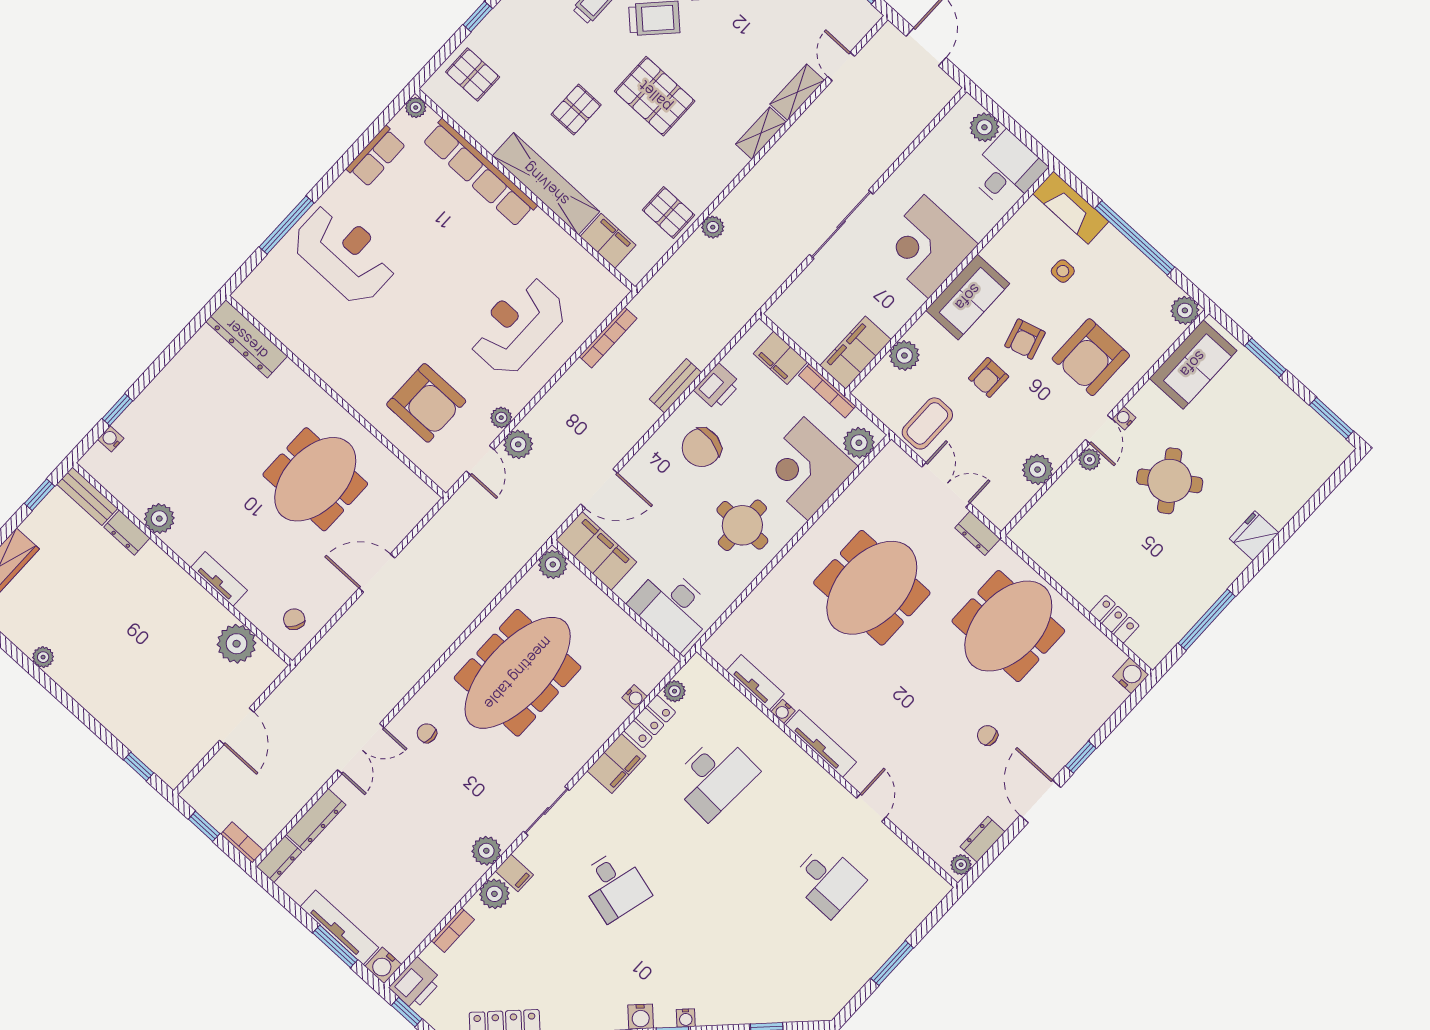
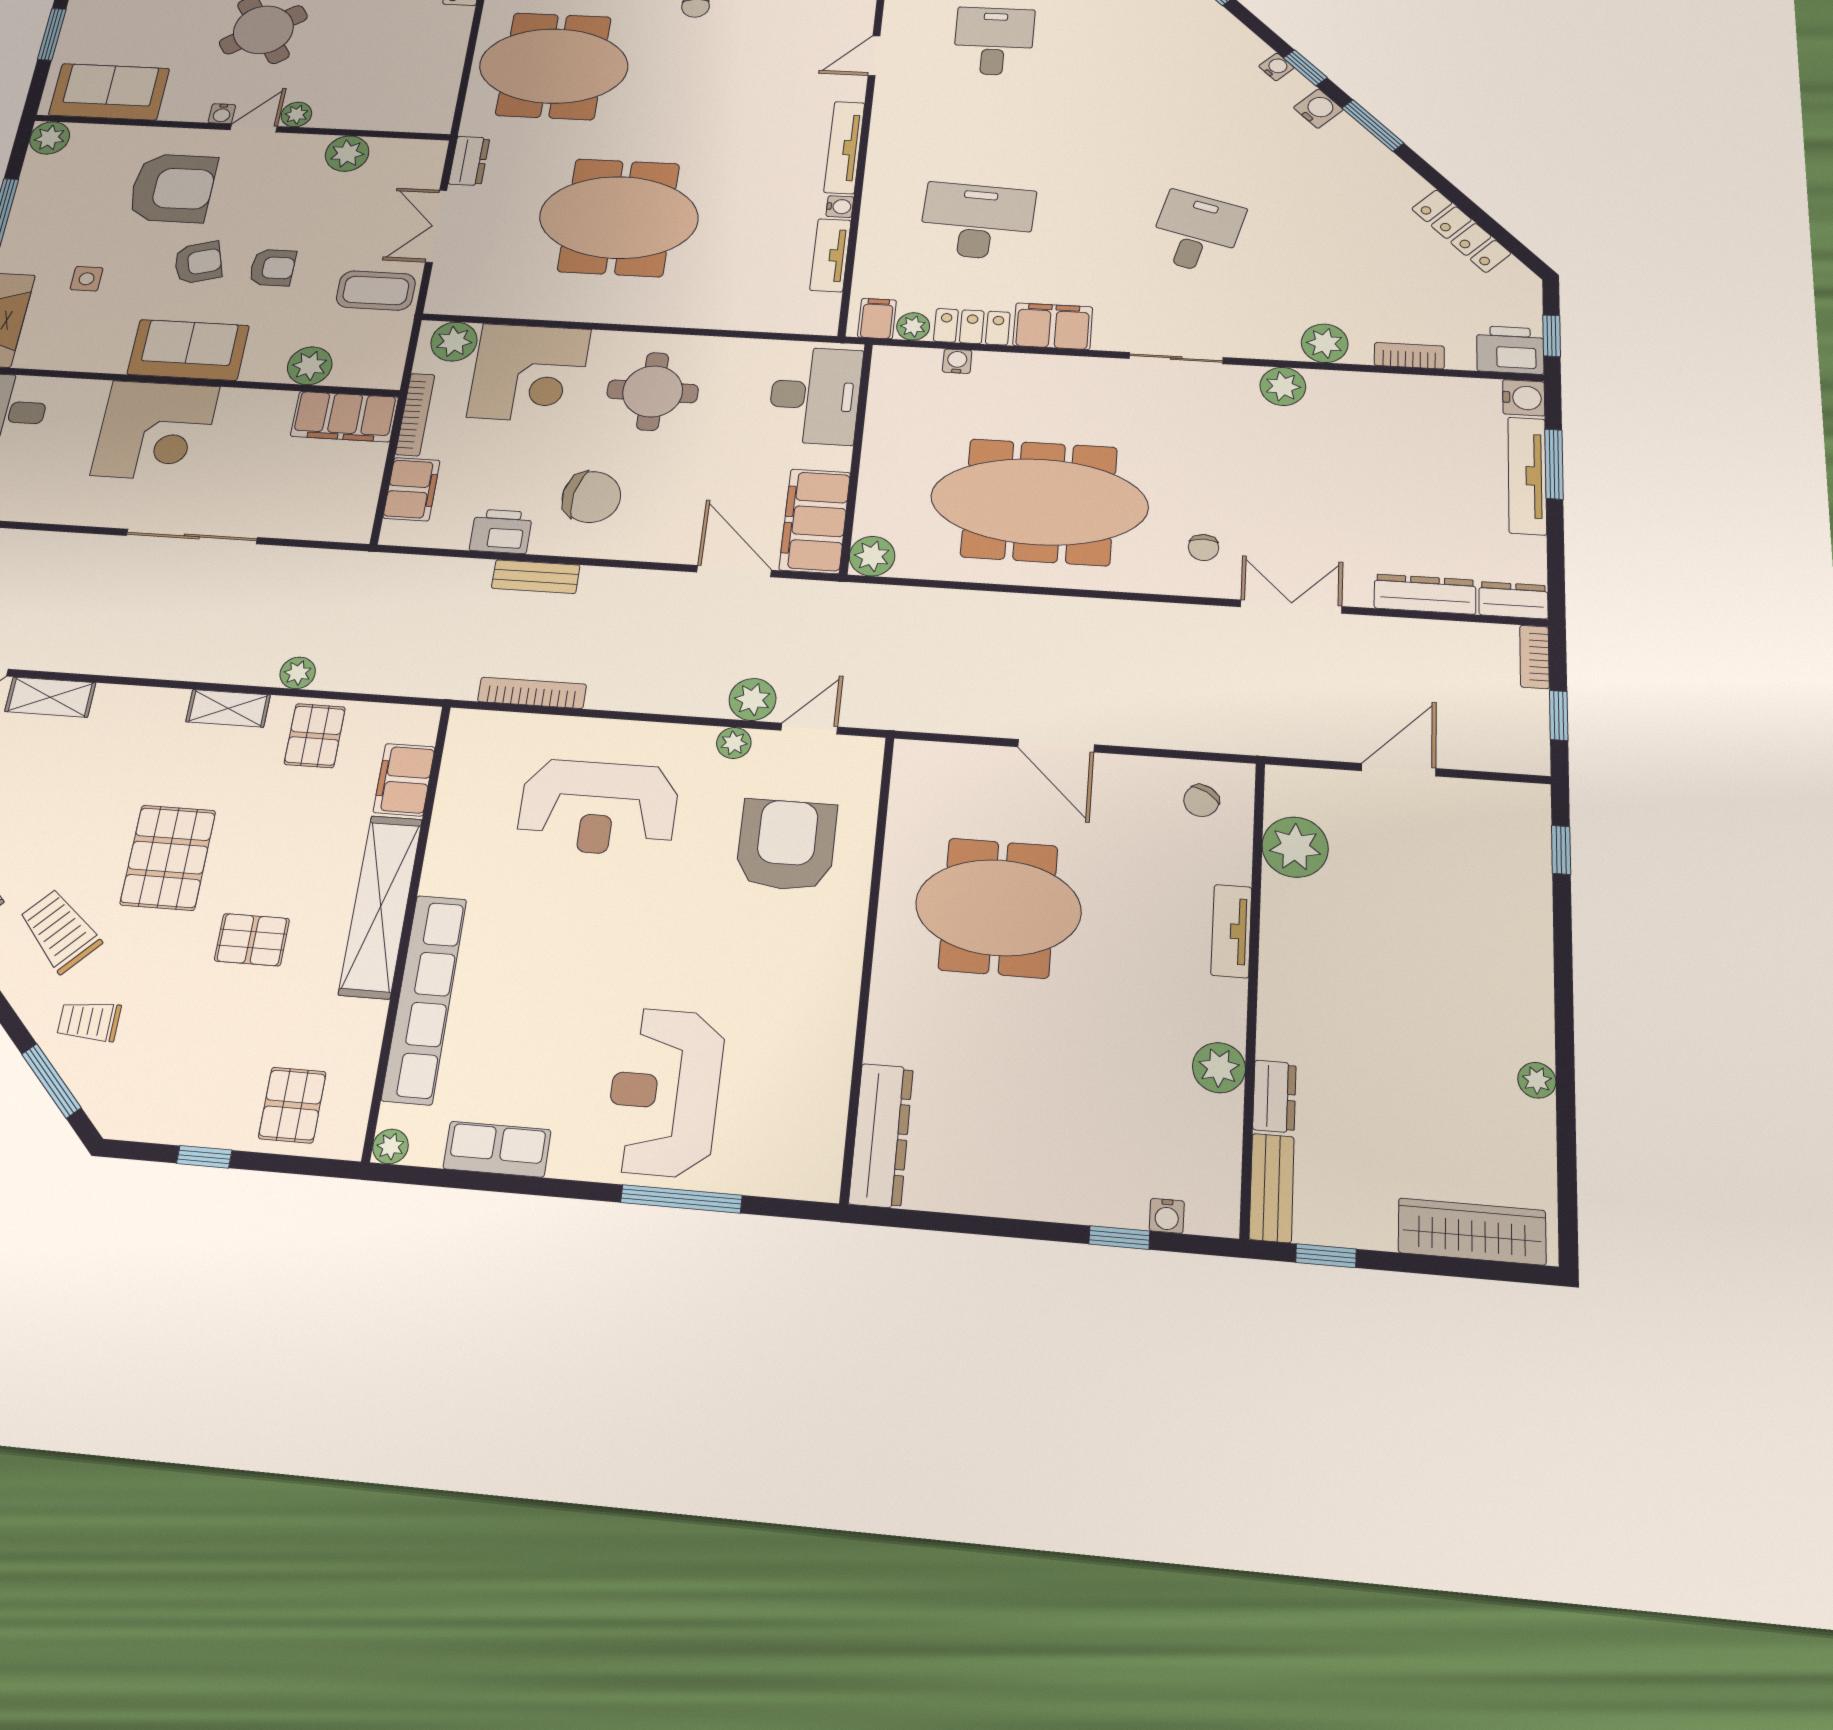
shelving: (761, 133) -> (228, 708), moved
filing cabinet: (514, 873) -> (877, 319), moved

